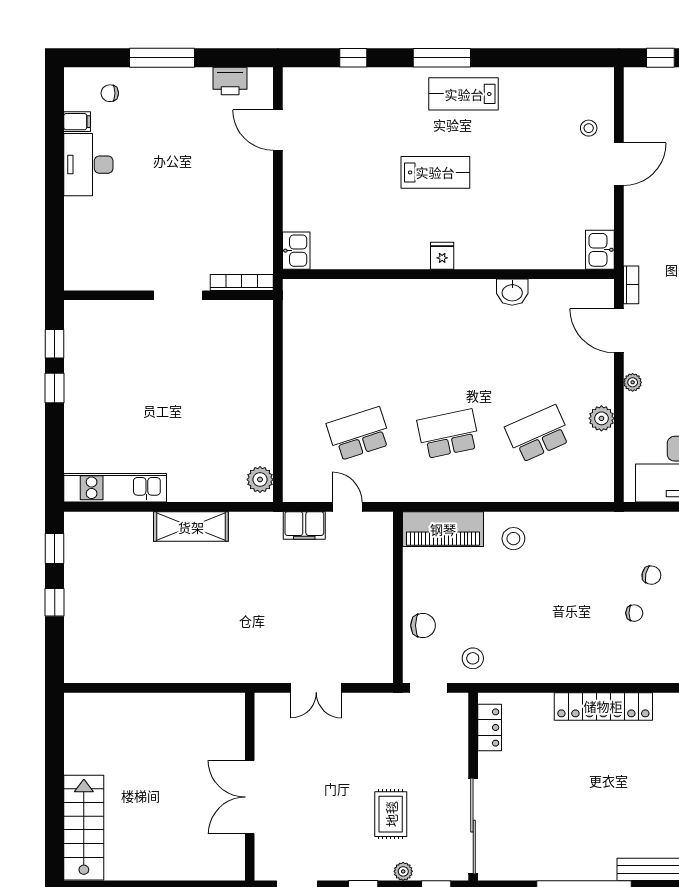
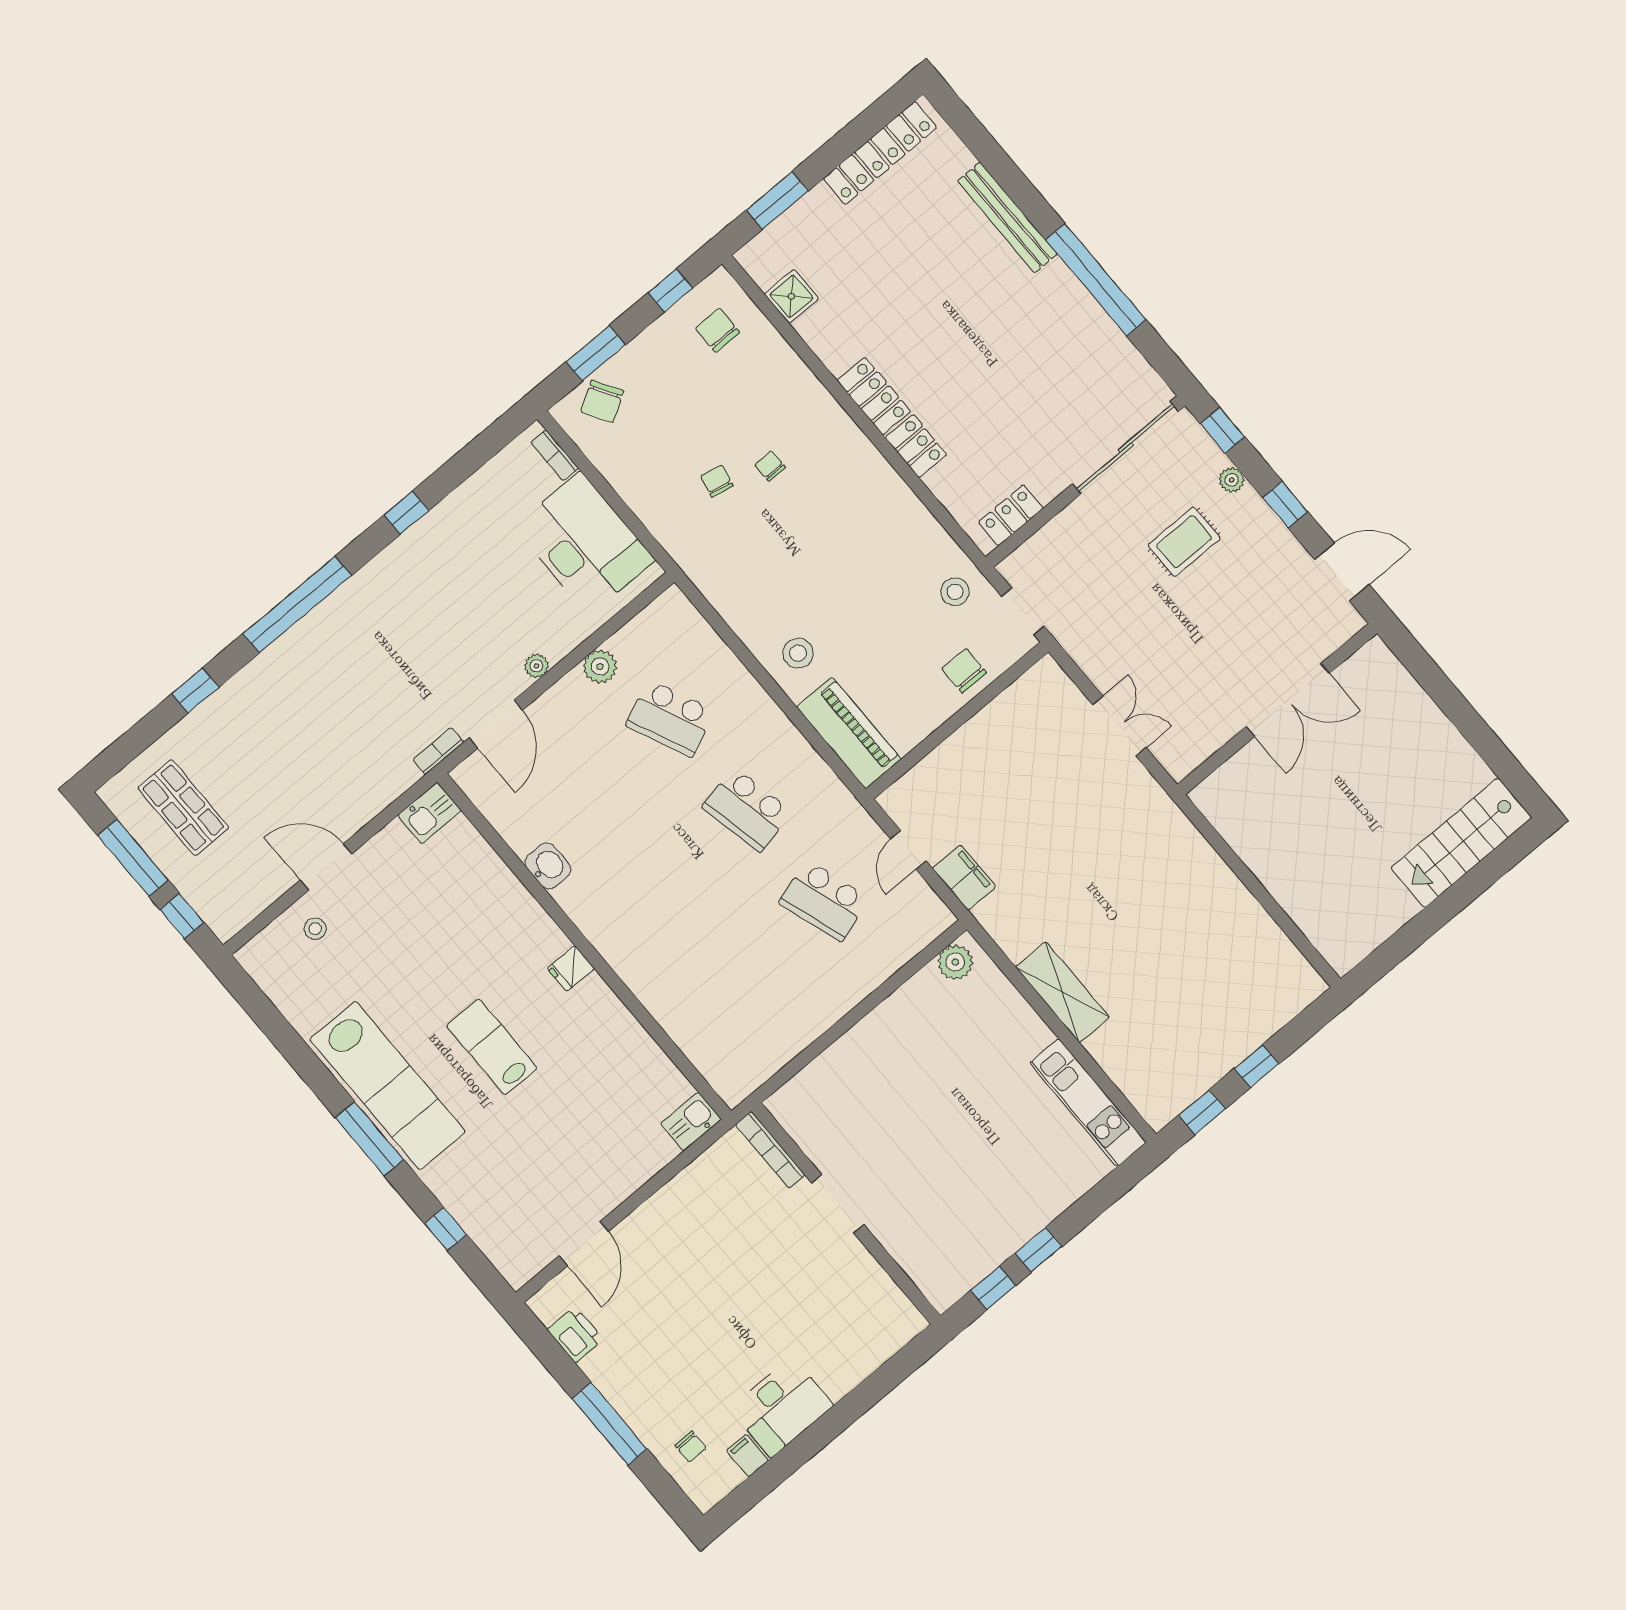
lab bench: (464, 94) -> (388, 1086), width x1.86, depth x1.39

